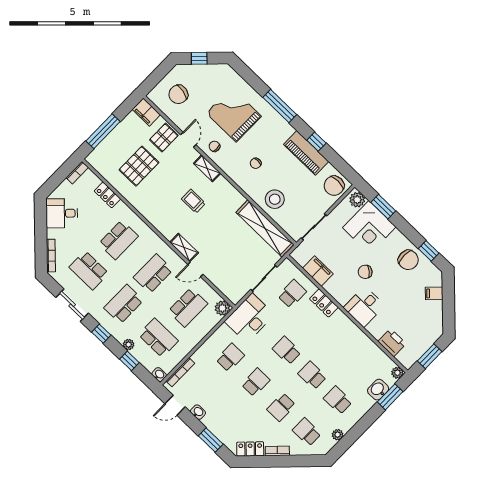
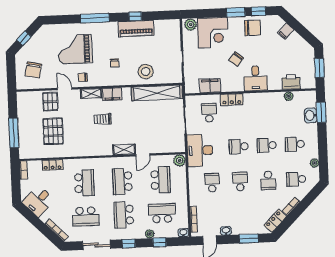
filing cabinet: (146, 112) -> (112, 94), moved
chair: (334, 186) -> (170, 30), removed
window: (383, 207) -> (236, 12), moved
plant: (397, 373) -> (289, 96), moved

